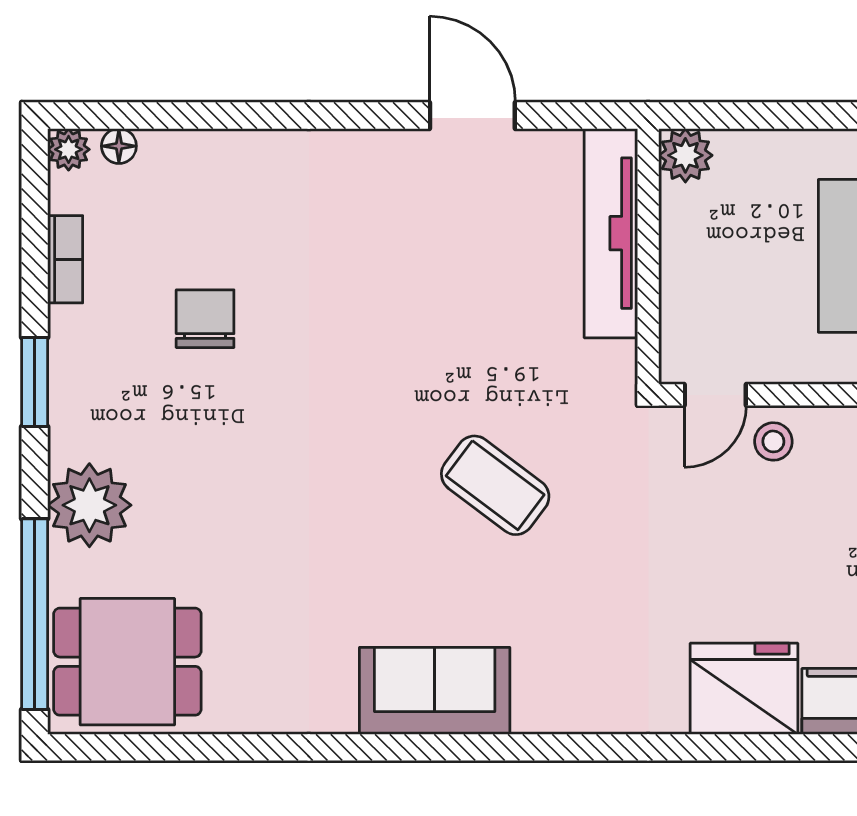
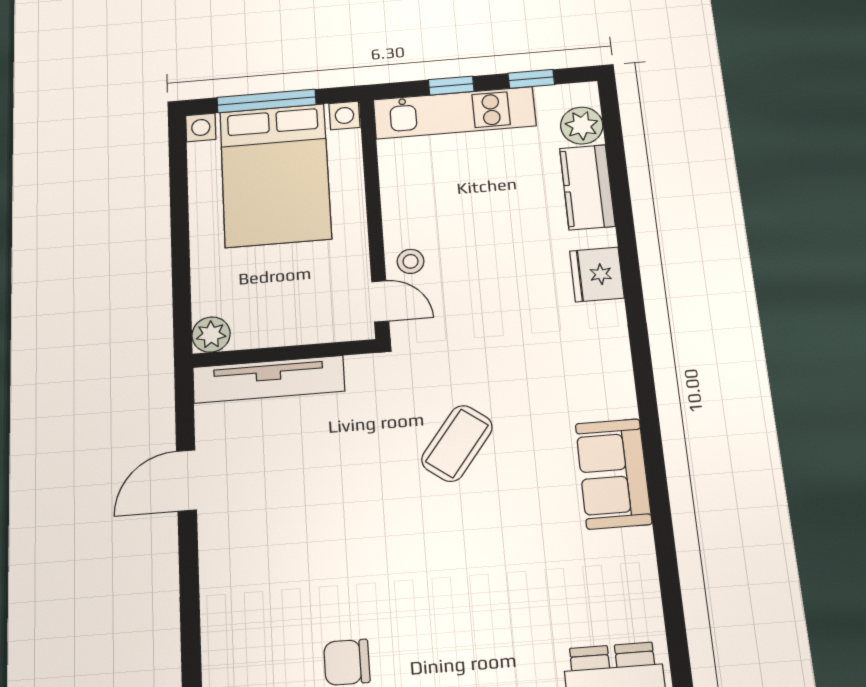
fridge: (744, 689) -> (597, 274), width x0.73, depth x0.75

